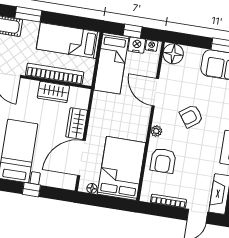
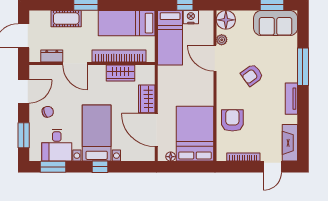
nightstand: (152, 45) -> (205, 15), removed
plant: (156, 131) -> (222, 40), moved
door: (81, 158) -> (156, 130), hinge flipped
armchair: (163, 161) -> (232, 120), turned 180
window: (31, 190) -> (100, 167), moved

